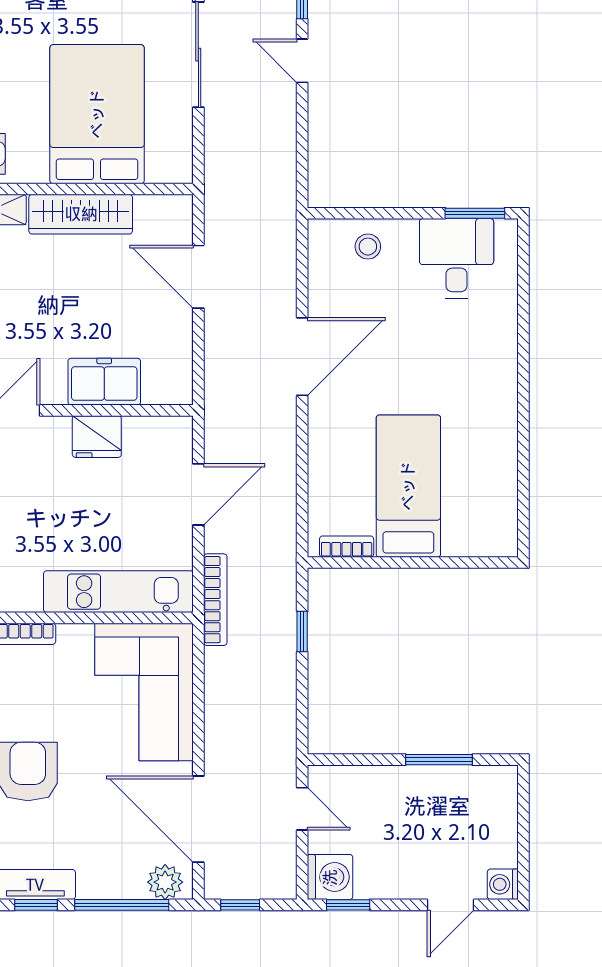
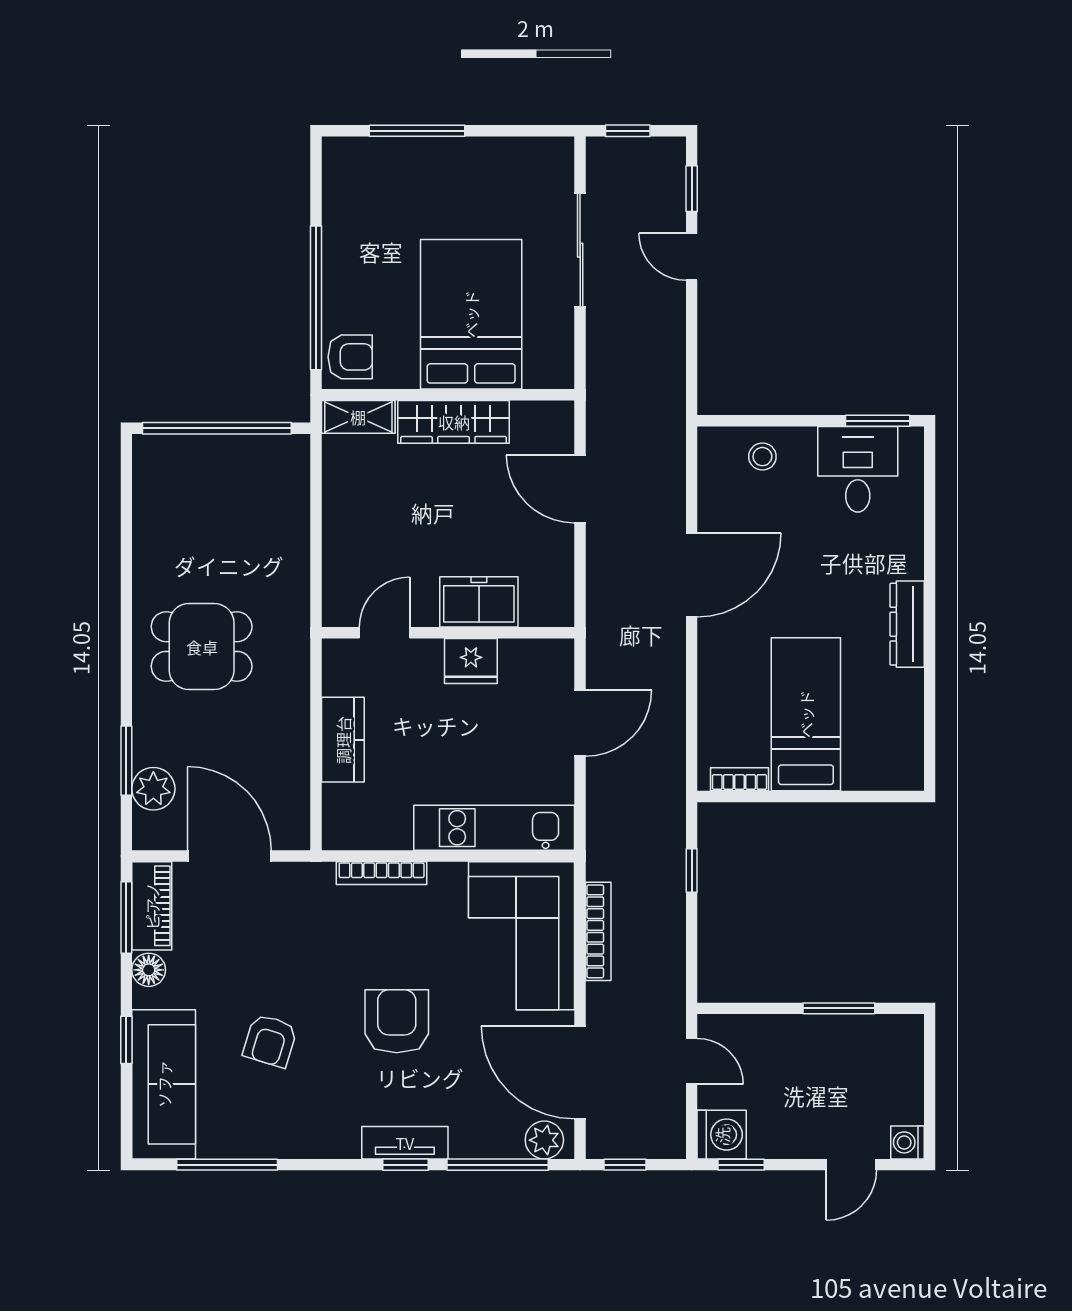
dresser: (502, 402) -> (907, 624), added
bookcase: (215, 600) -> (598, 931), moved

